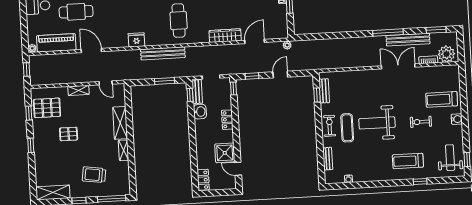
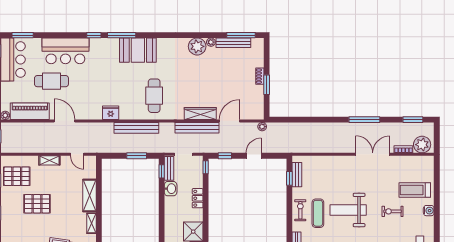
bench: (408, 40) -> (197, 128), moved
pallet: (69, 134) -> (37, 204), width x1.50, depth x1.42

